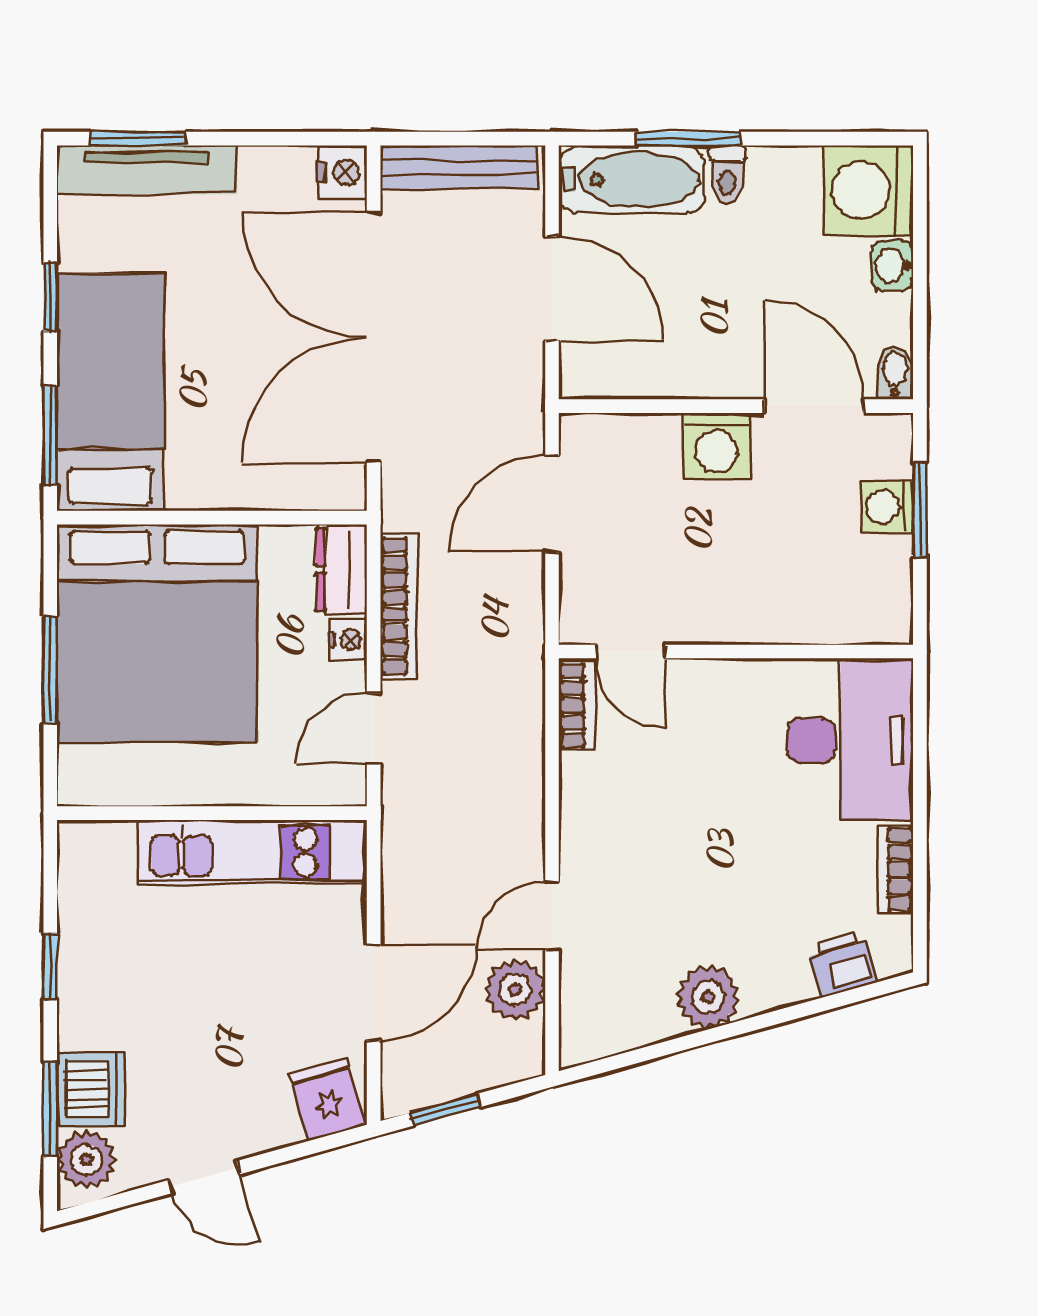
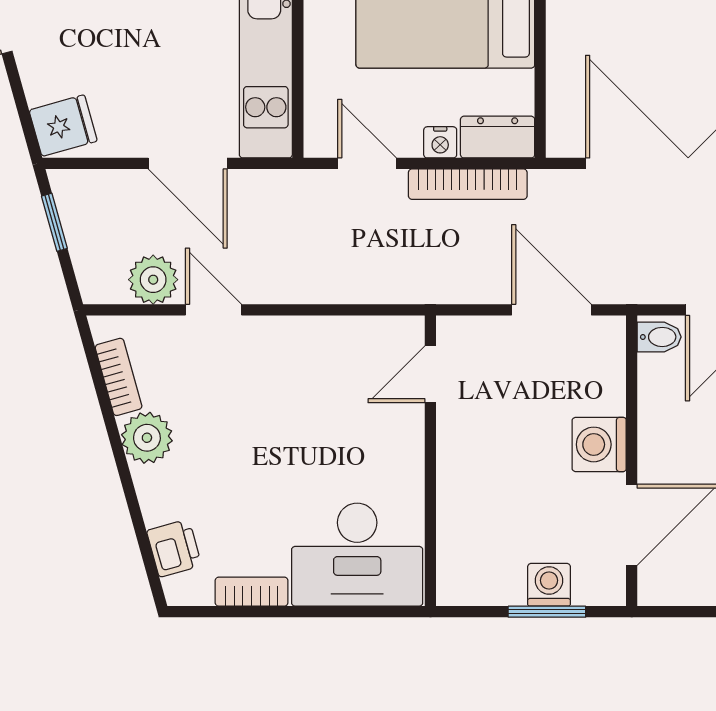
bidet: (895, 373) -> (659, 337), moved
bookcase: (577, 706) -> (119, 377), moved, turned -106
door: (374, 992) -> (188, 163), moved

